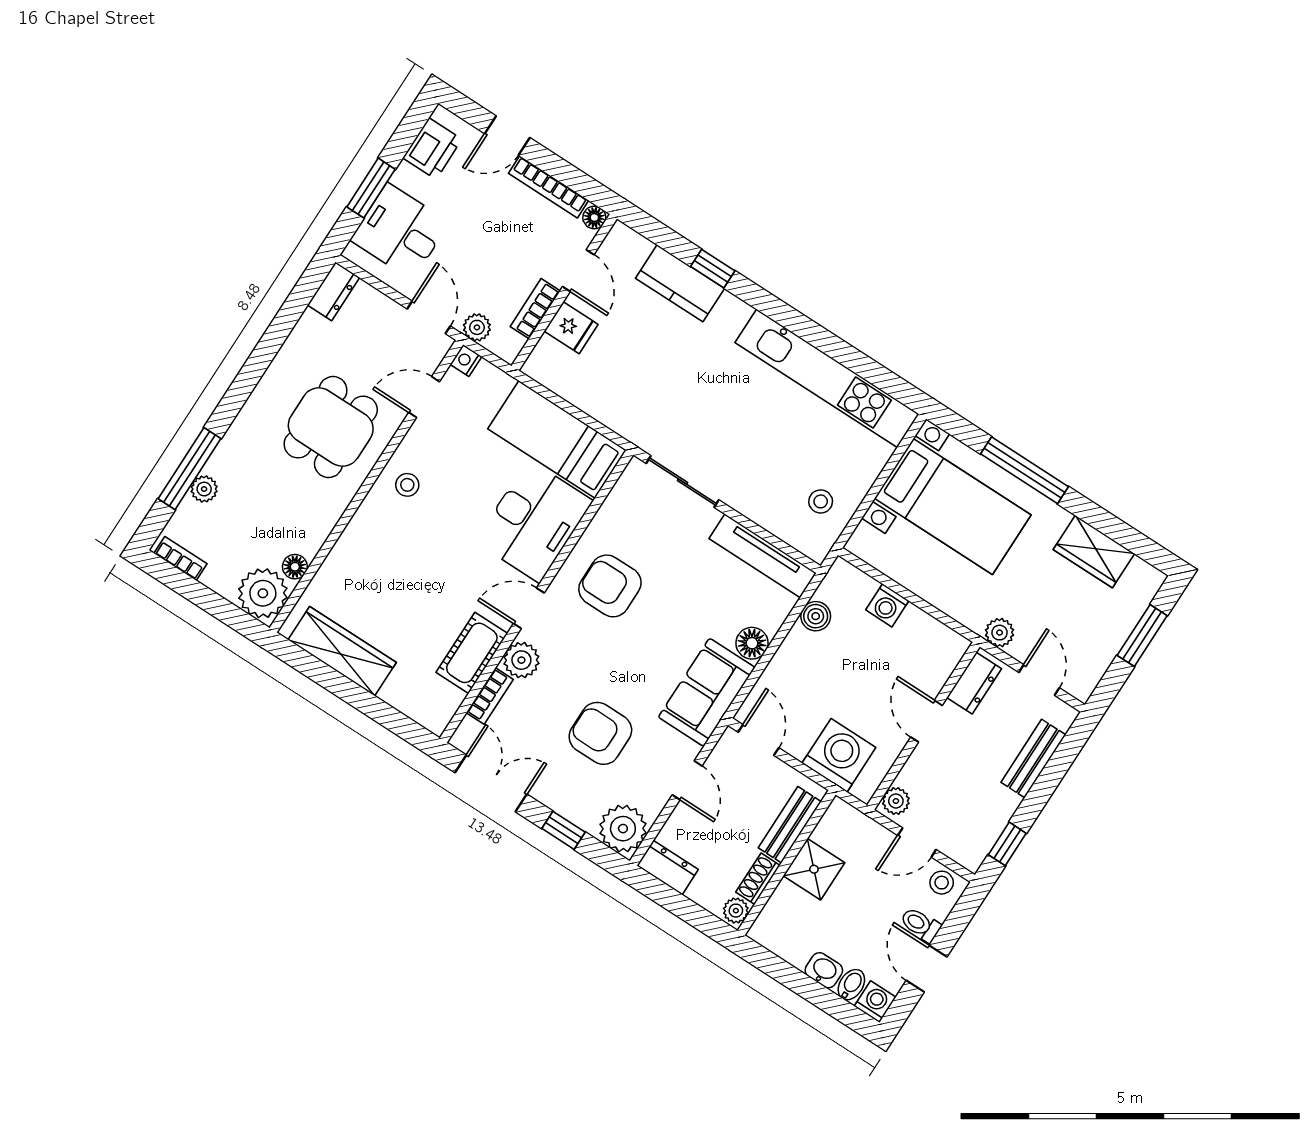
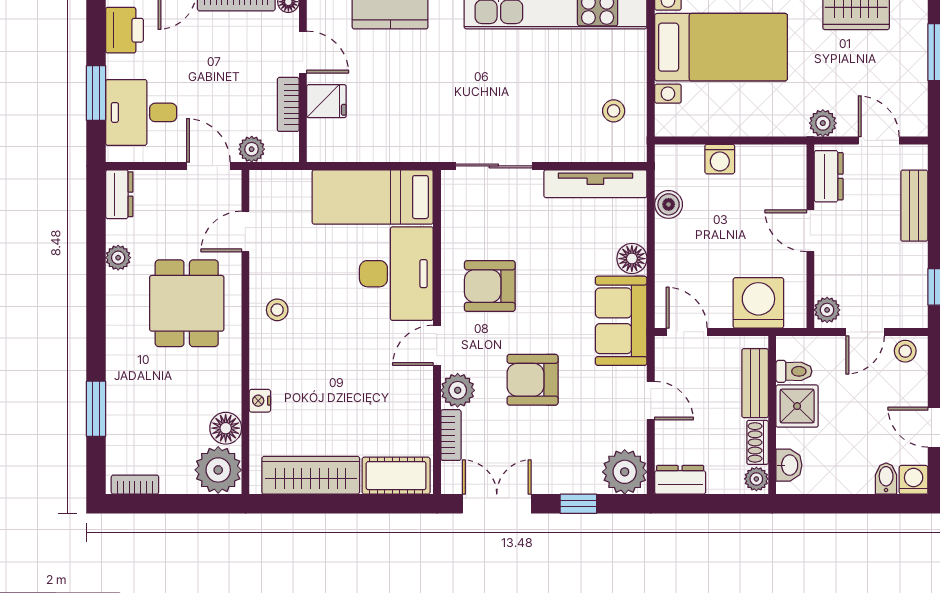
nightstand: (466, 361) -> (260, 401), moved
window: (189, 469) -> (96, 409), width x0.69
plant: (204, 489) -> (118, 258), moved
floor lamp: (295, 567) -> (226, 428), width x1.37, depth x1.37
cot: (472, 653) -> (396, 476), moved, turned 90
armchair: (600, 733) -> (533, 380), moved
toilet: (920, 925) -> (794, 371), moved, turned 180
washbasin: (824, 970) -> (789, 465), moved, turned 90

